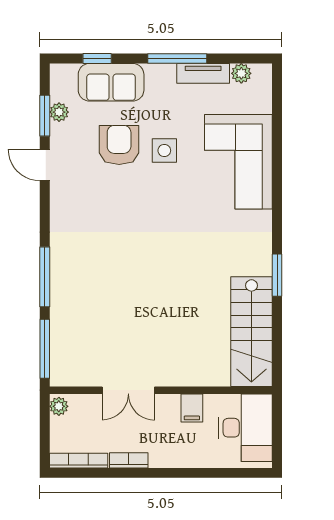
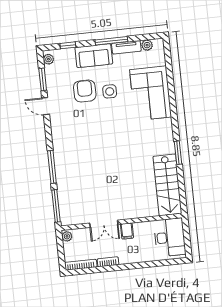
sofa: (111, 82) -> (94, 56), moved
plant: (59, 112) -> (48, 59), moved
filing cabinet: (192, 408) -> (127, 231), moved

